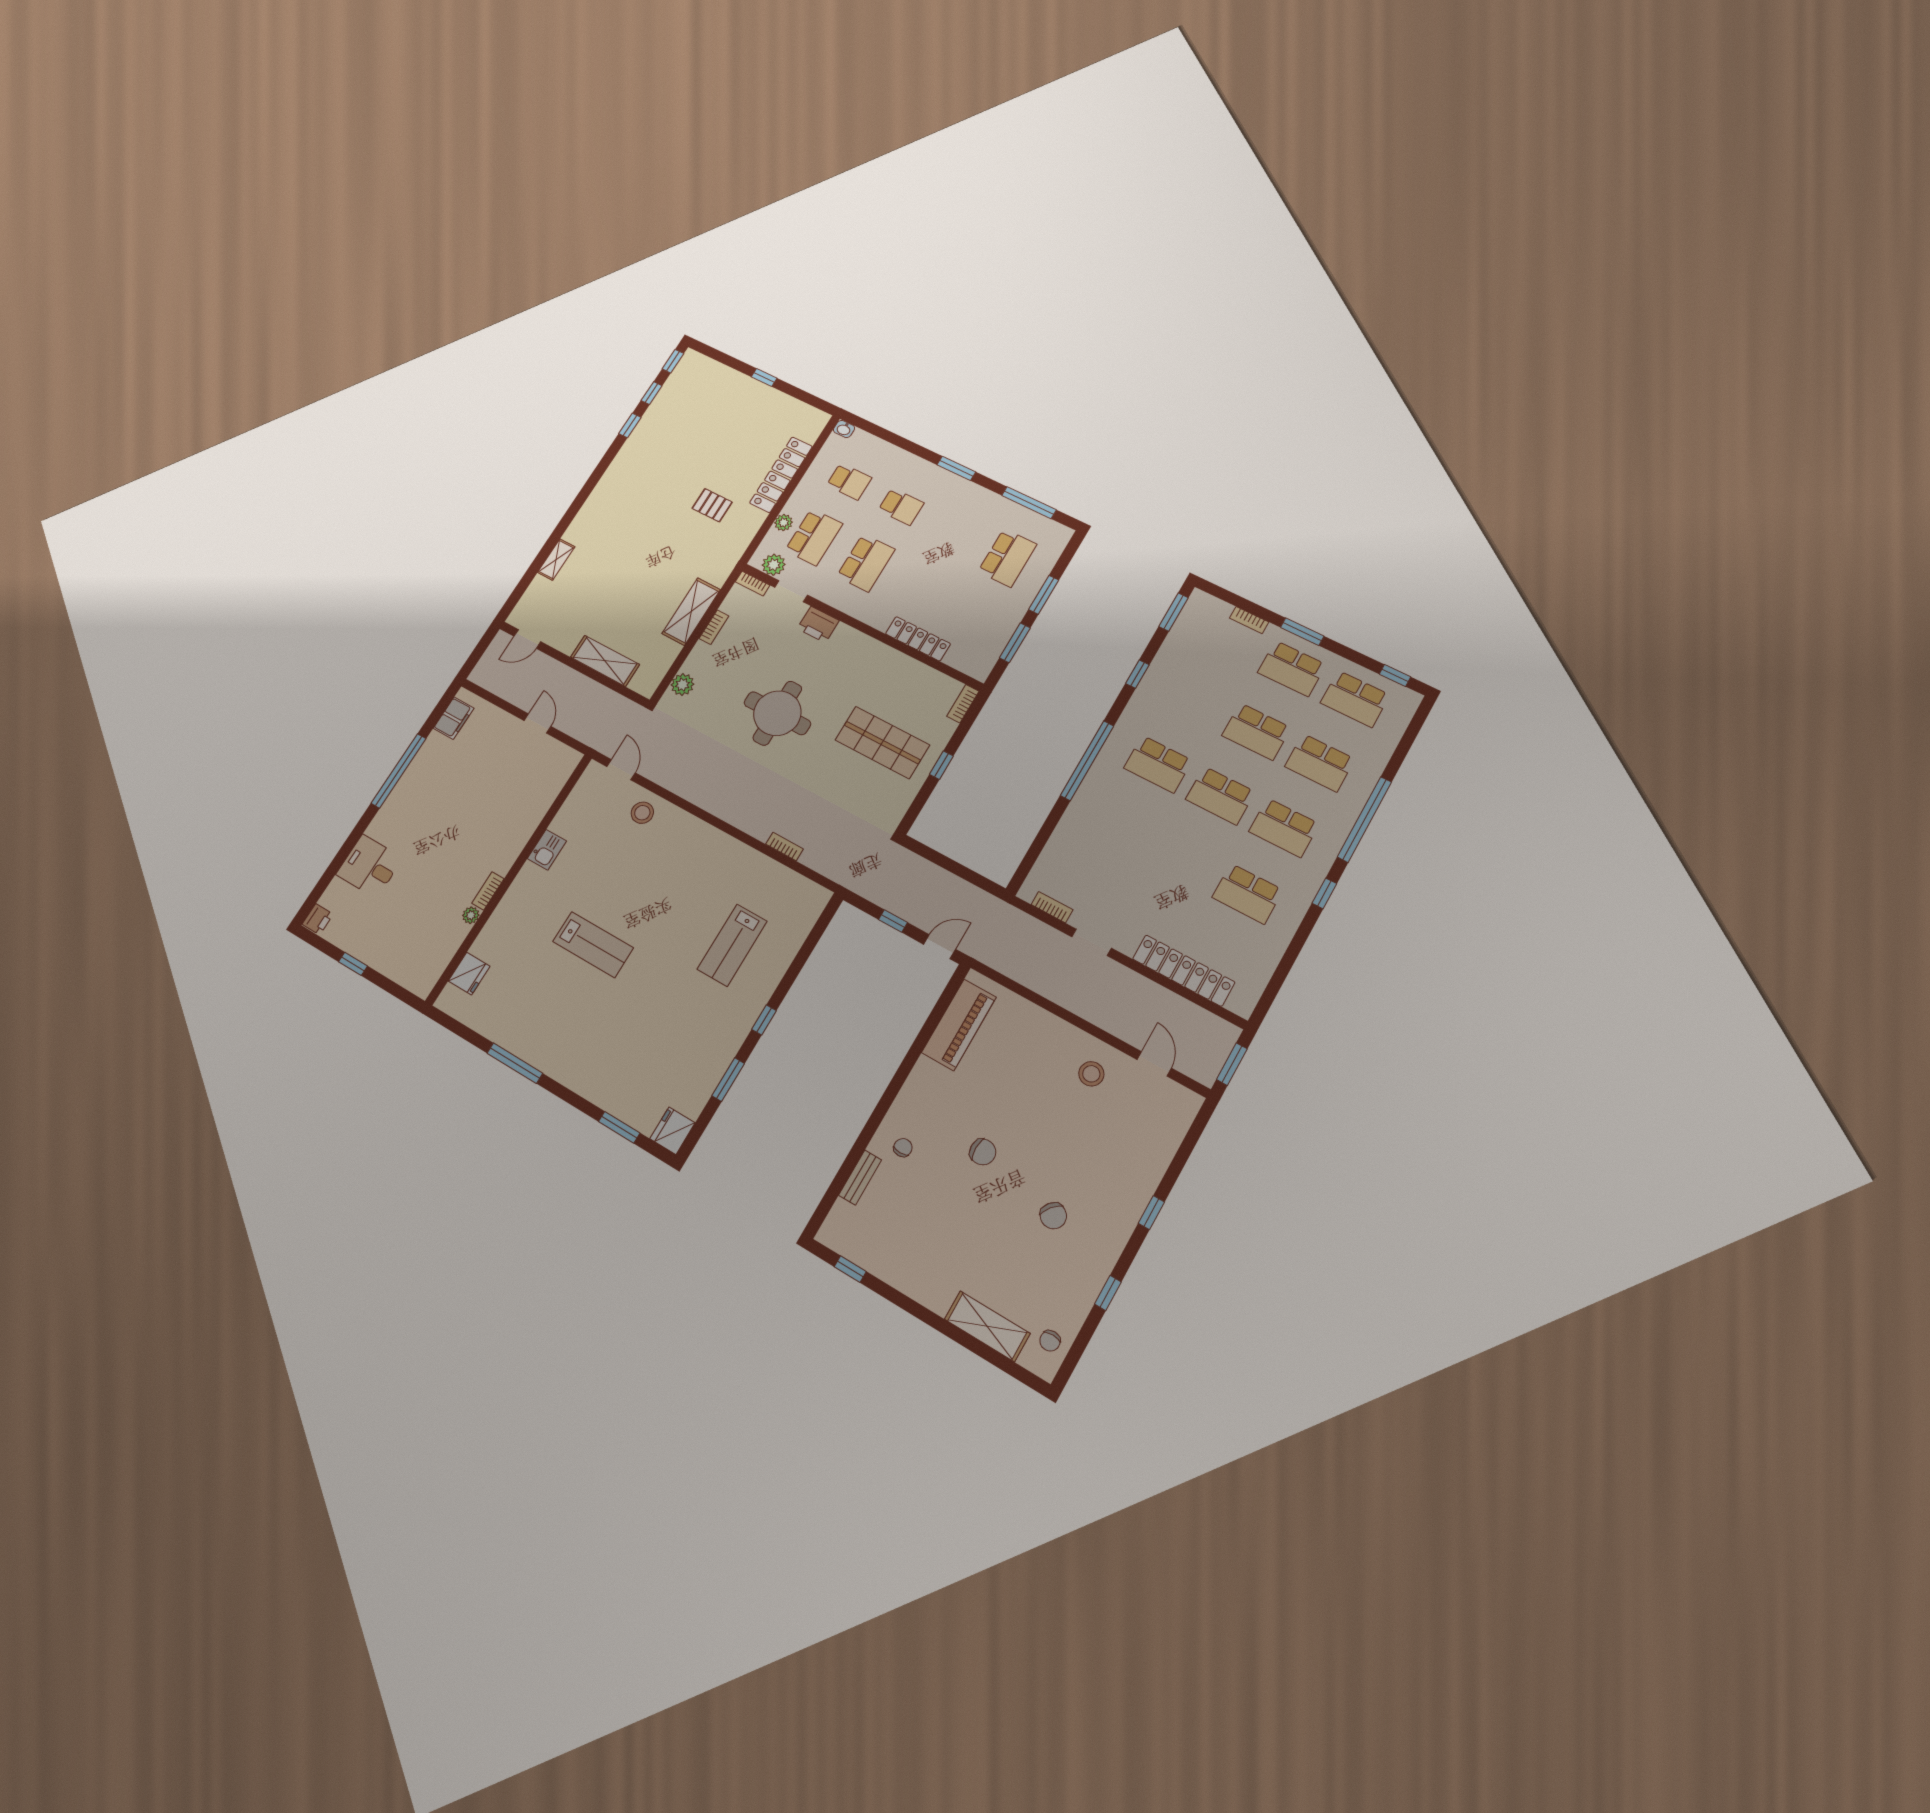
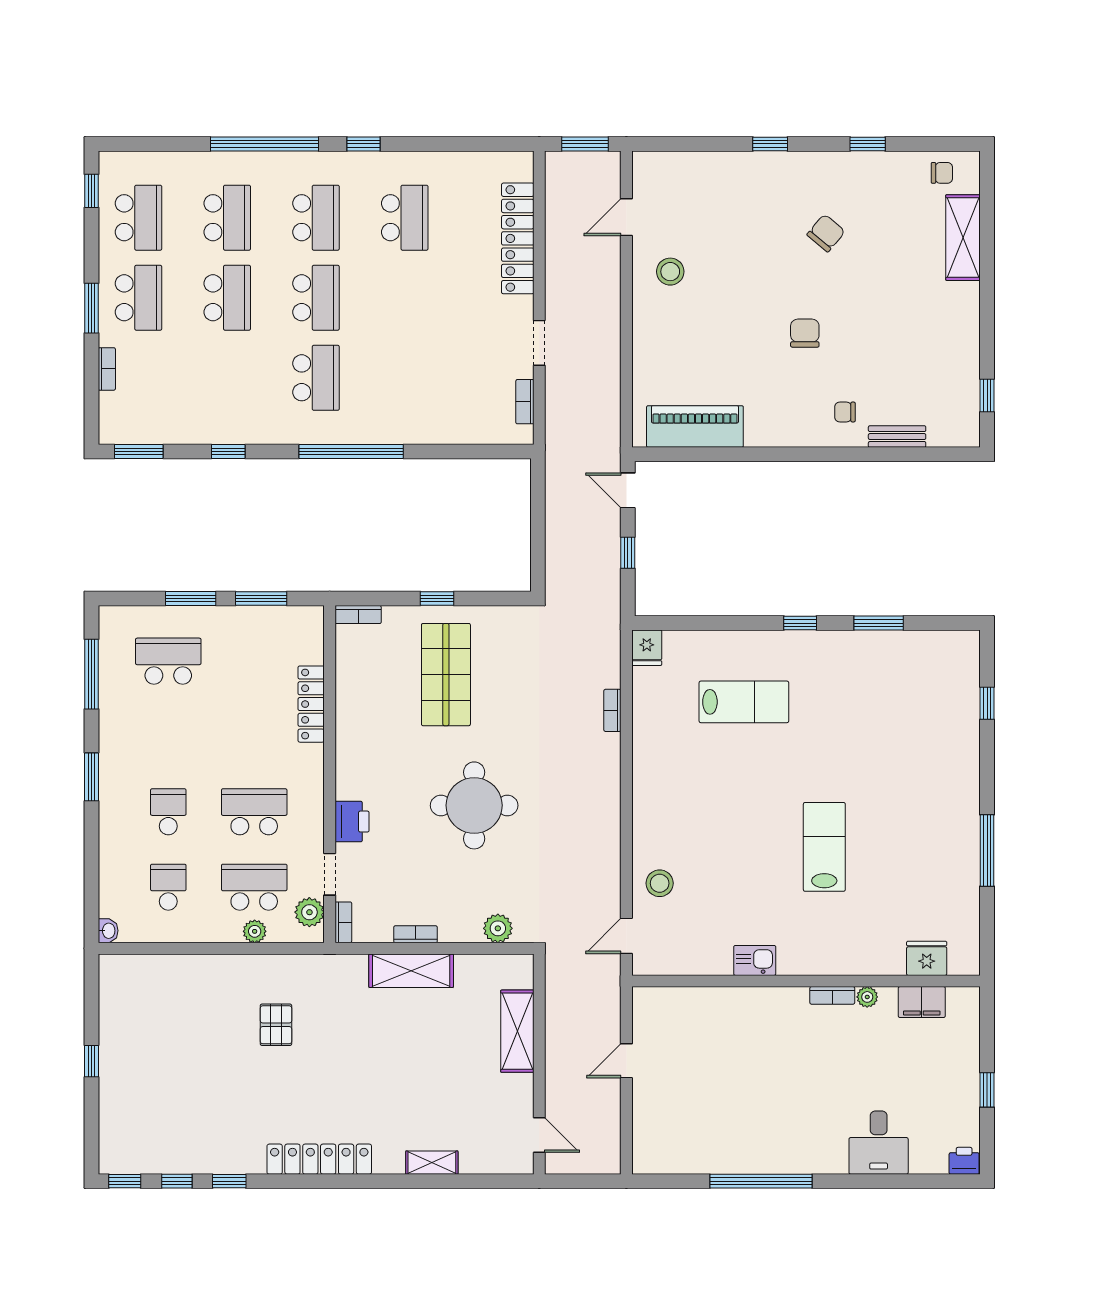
locker: (781, 475) -> (319, 1159), moved, turned 180
filing cabinet: (454, 718) -> (922, 1002), moved, turned 180
window: (619, 1127) -> (987, 703), width x0.67
fridge: (672, 1131) -> (647, 648), moved, width x0.72

